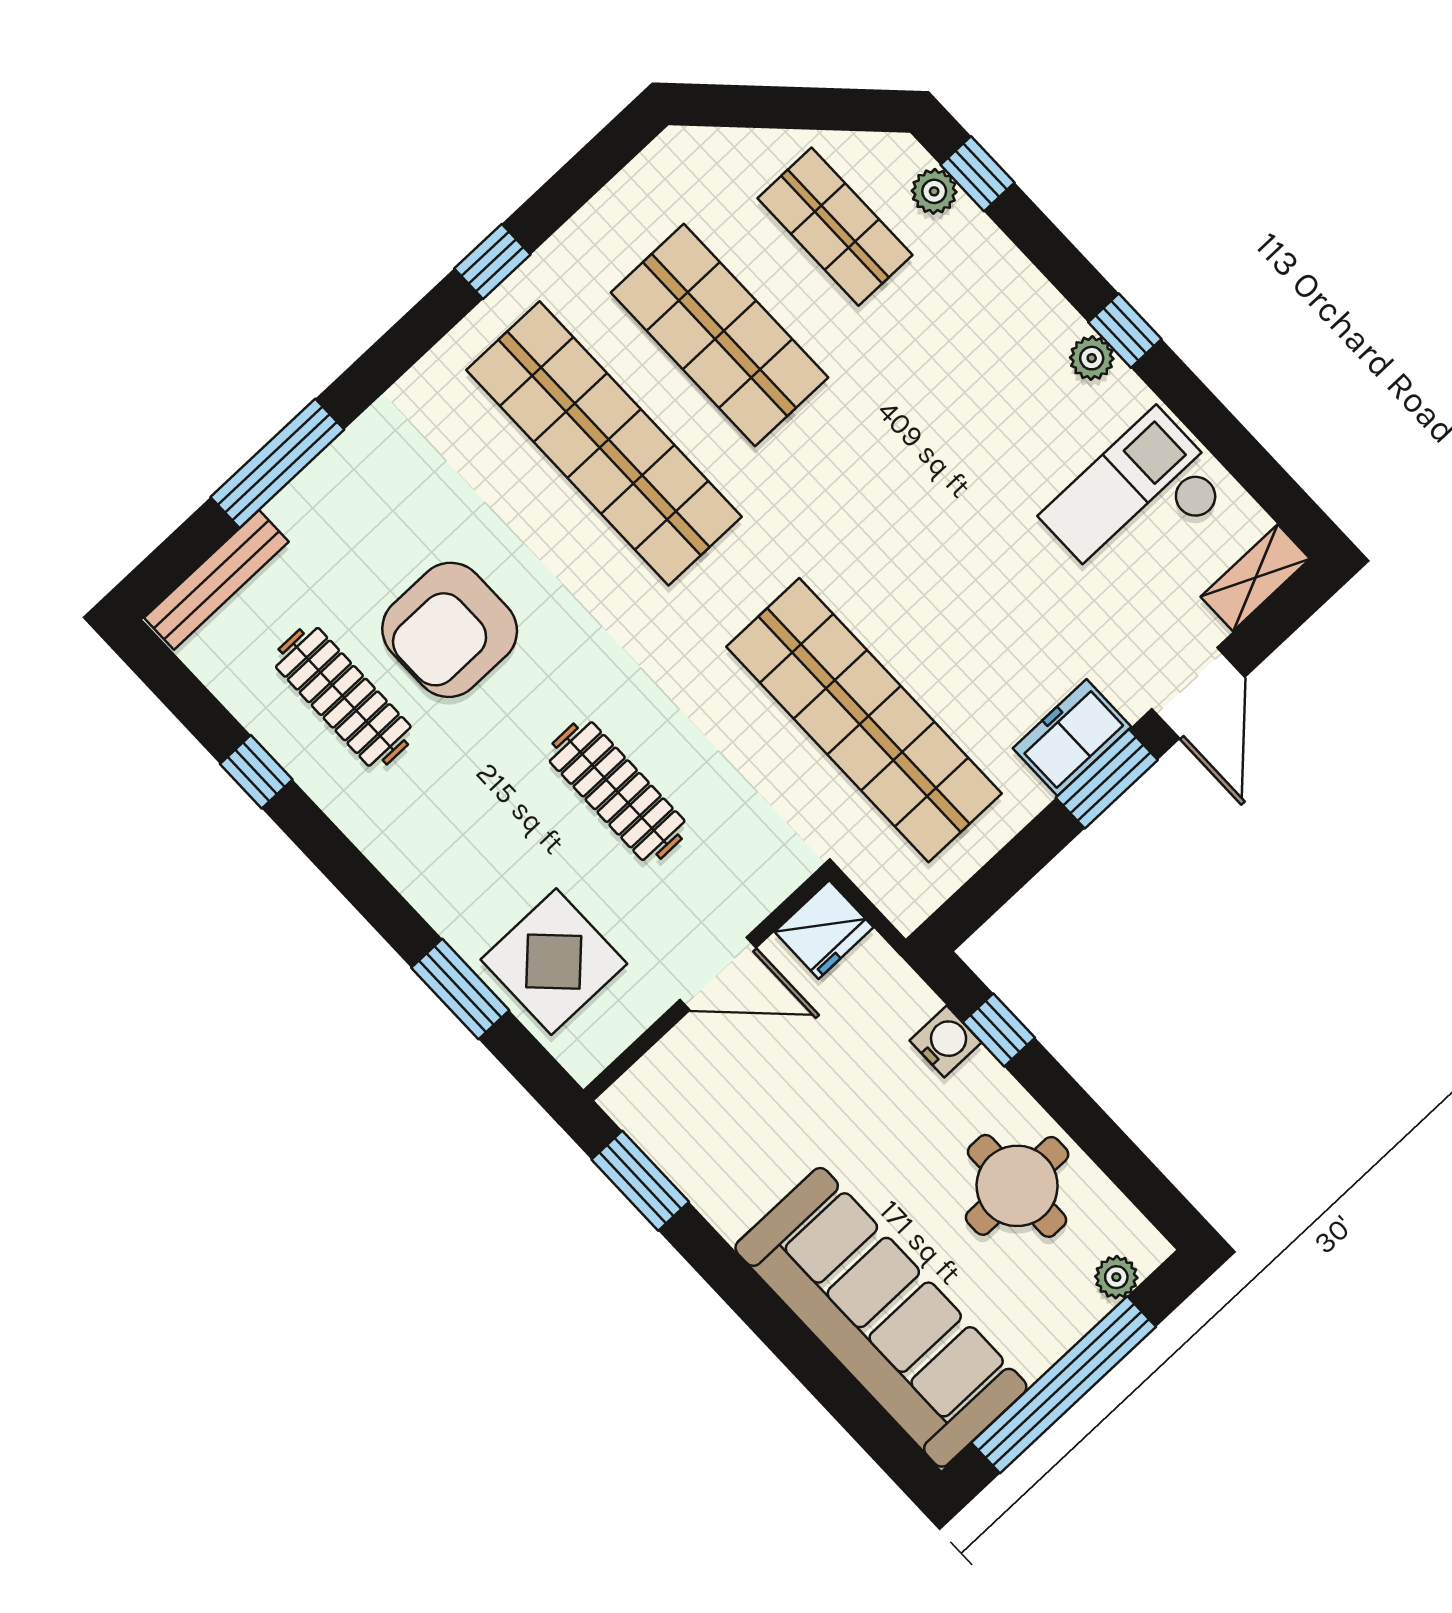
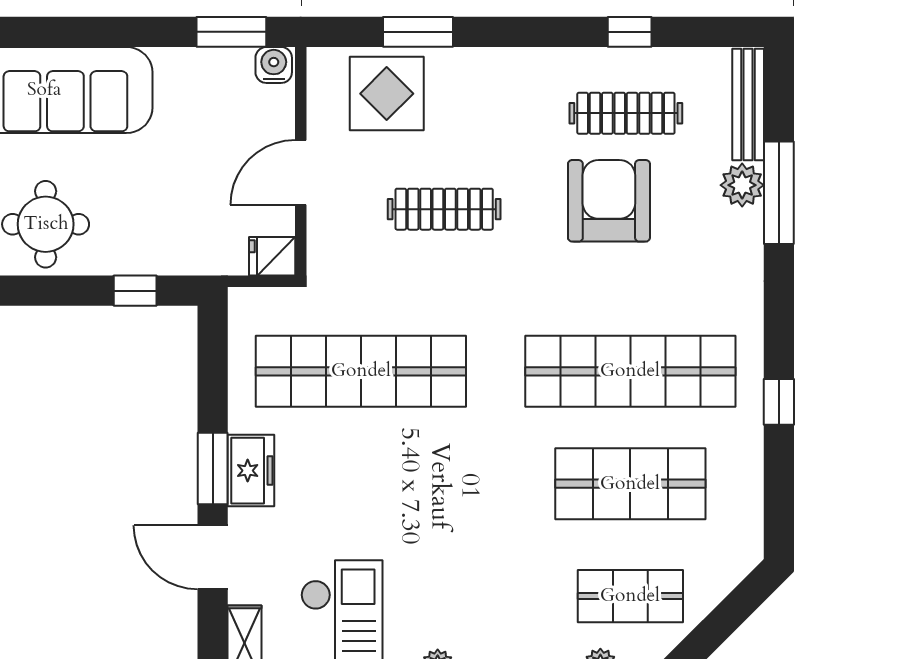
plant: (305, 508) -> (742, 185), added
fridge: (824, 930) -> (272, 256), width x0.72
water cooler: (946, 1041) -> (274, 65), moved, turned 180

